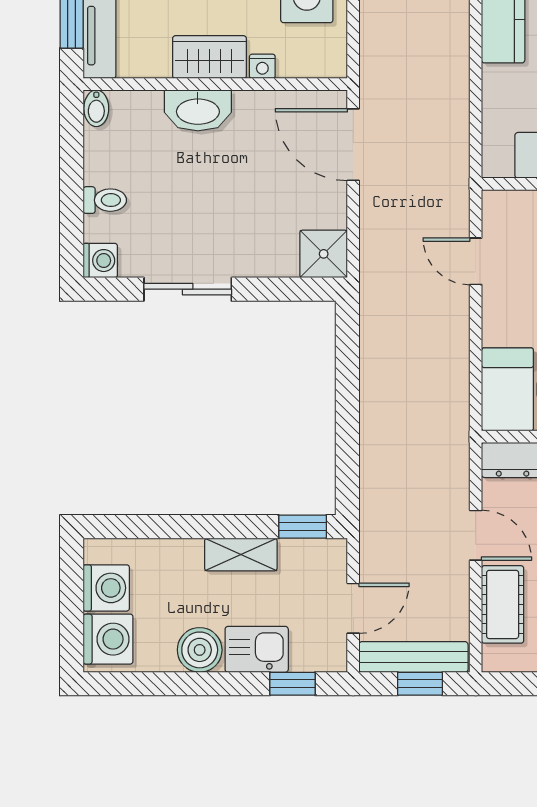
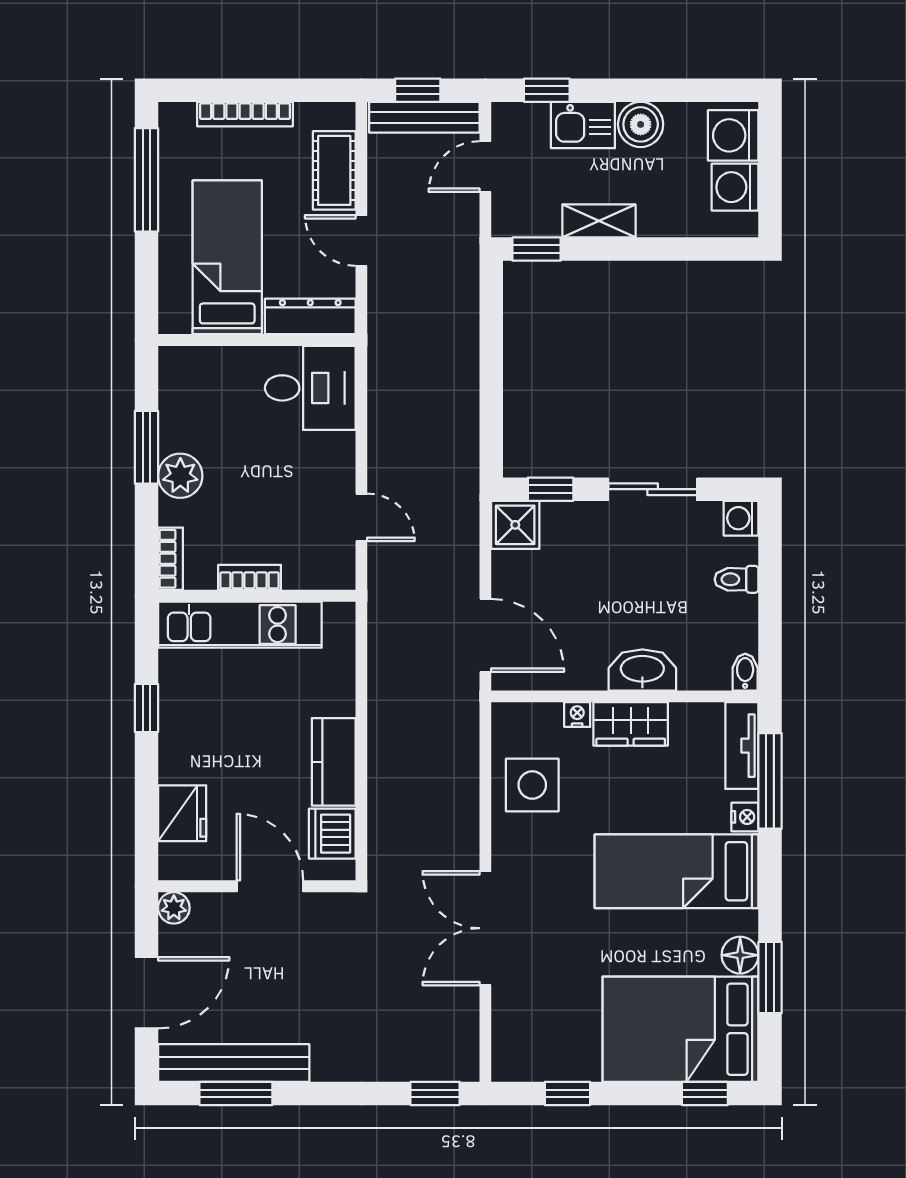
window: (289, 289) -> (551, 489), added

